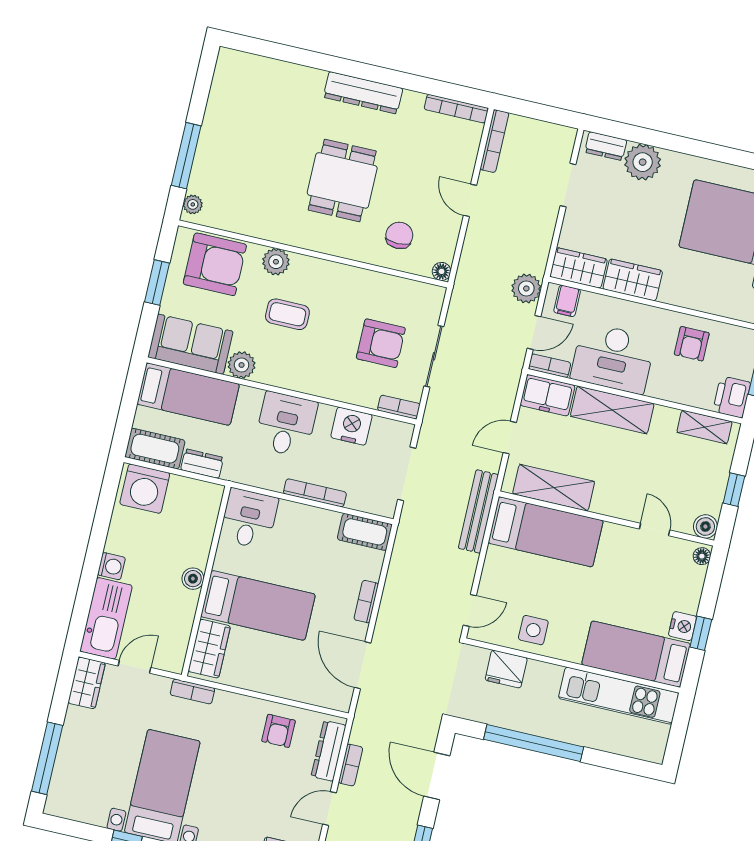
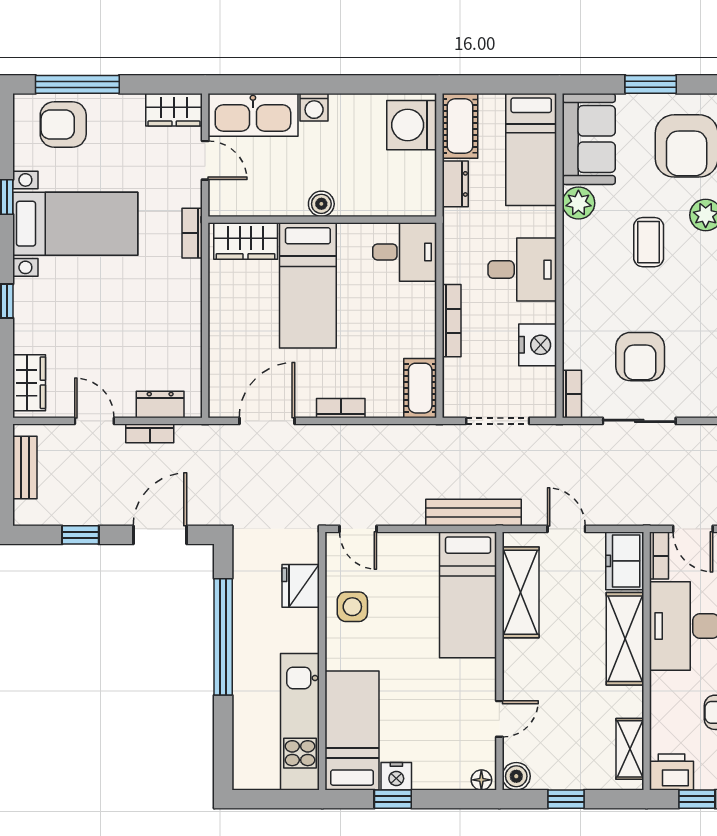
armchair: (278, 731) -> (63, 125), moved, width x1.38, depth x1.38
dresser: (329, 751) -> (160, 404), width x0.70

